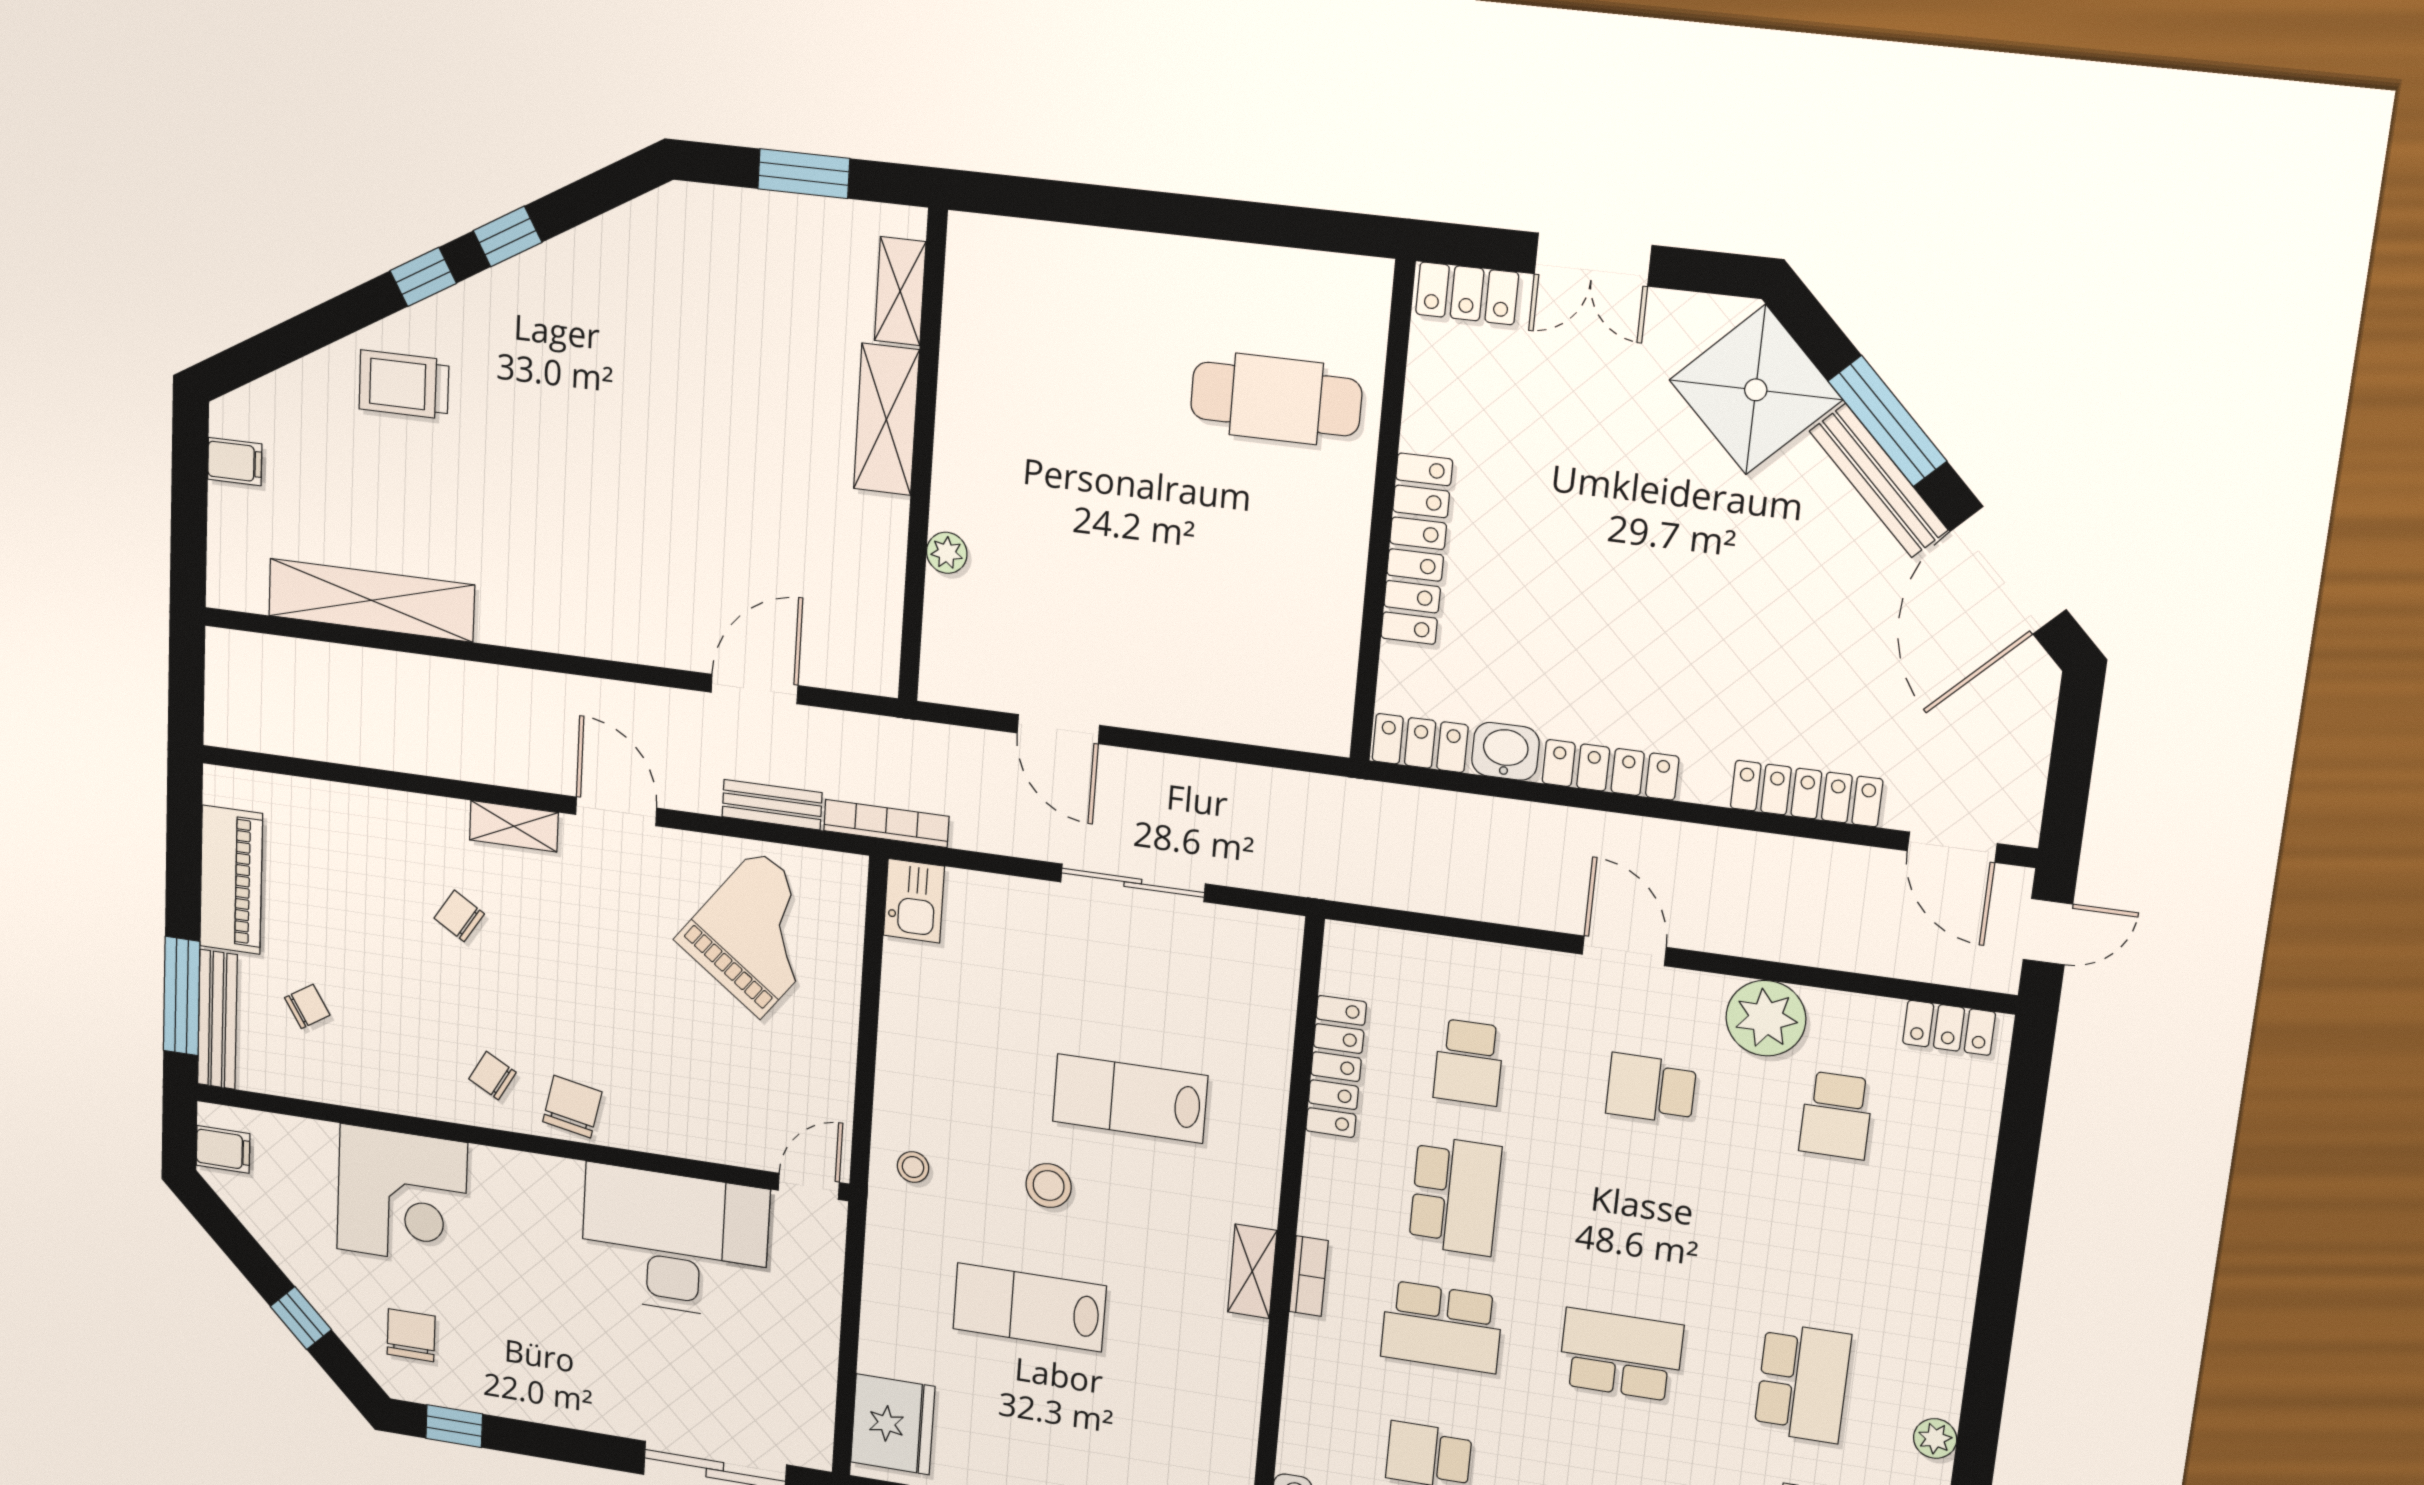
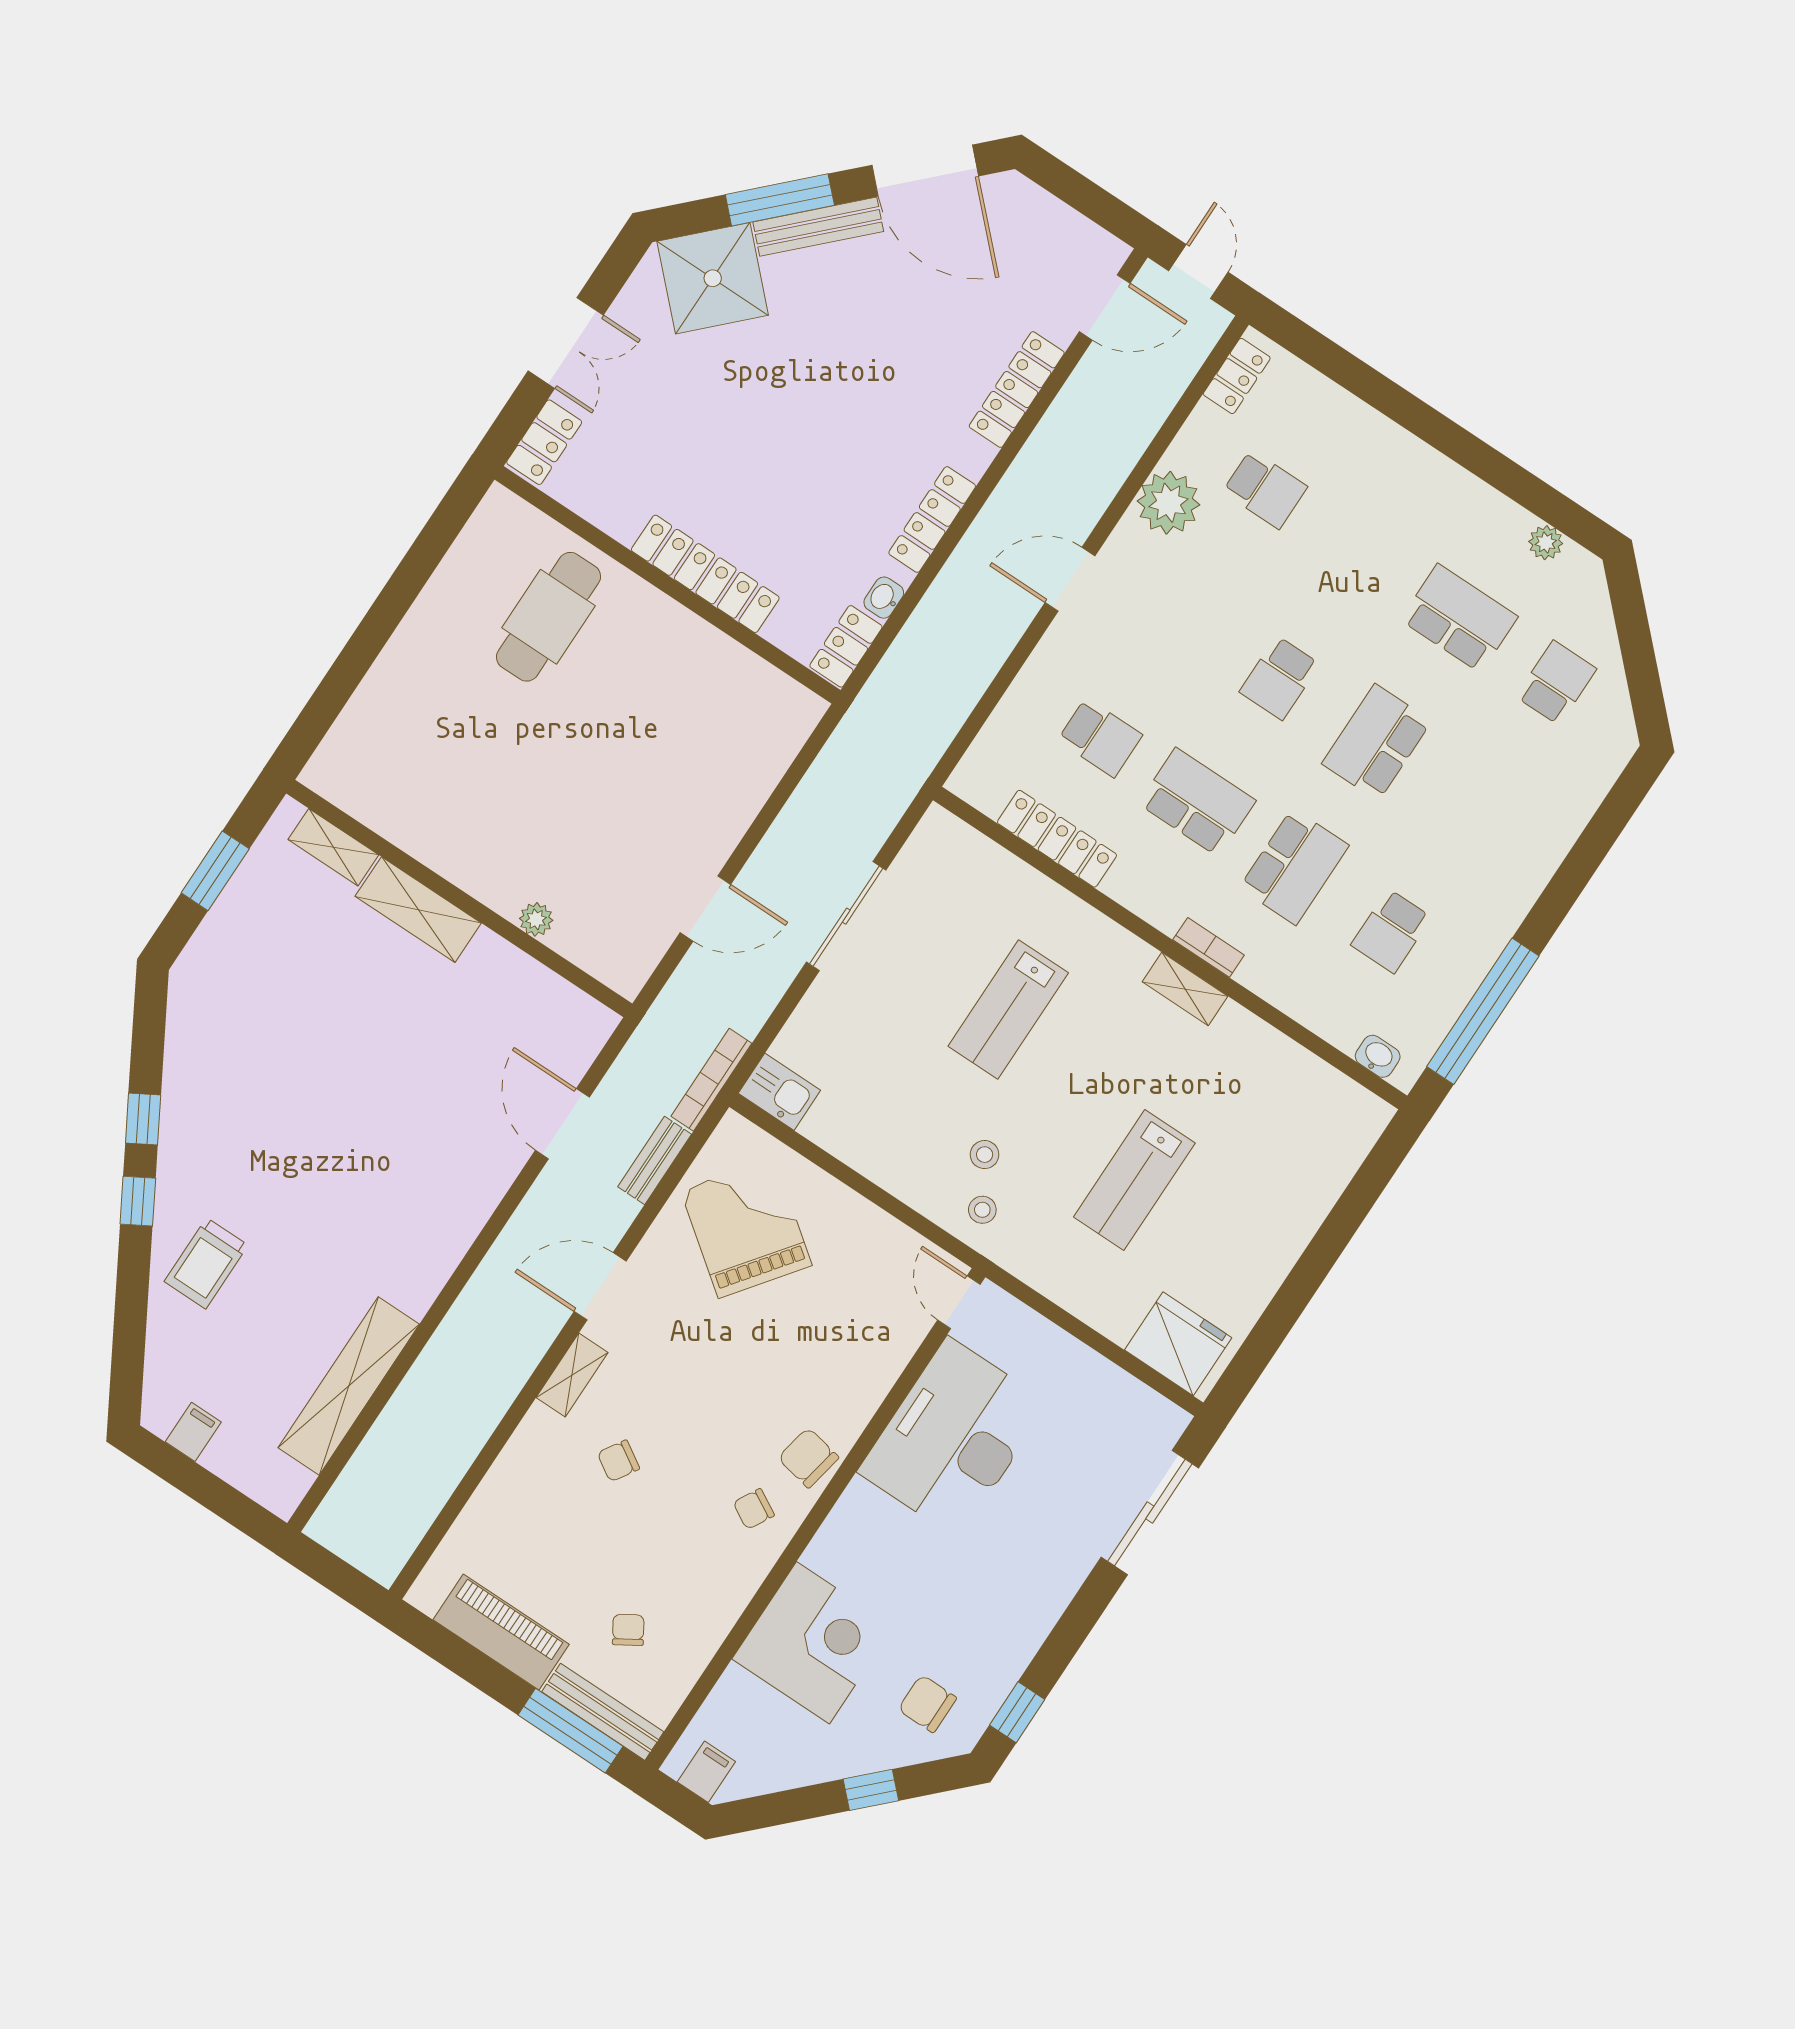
washbasin: (1505, 751) -> (884, 598), width x0.72, depth x0.69
school desk: (1651, 1089) -> (1280, 678), moved
stool: (1049, 1186) -> (985, 1155), moved, width x0.73, depth x0.73

